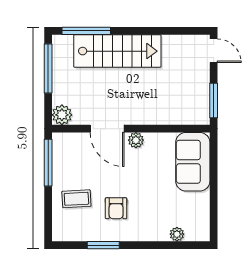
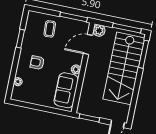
stairs: (117, 51) -> (124, 68), width x1.36, depth x1.51
door: (107, 129) -> (88, 44), moved
sofa: (193, 162) -> (66, 90), moved, turned -90
armchair: (116, 208) -> (37, 63), moved

